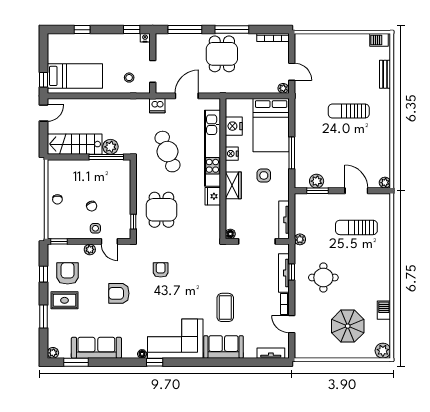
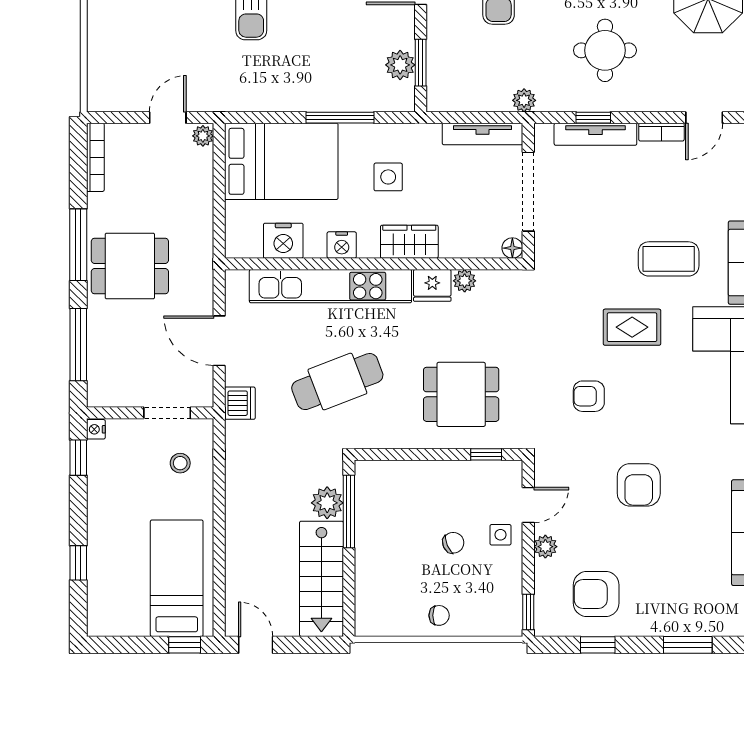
plant: (215, 211) -> (465, 281), added
rug: (65, 300) -> (632, 327), moved, turned 90

